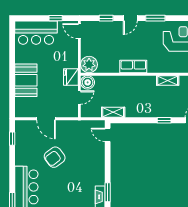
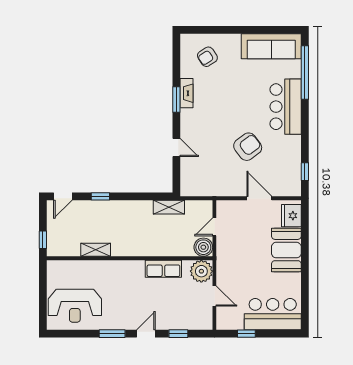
door: (79, 31) -> (214, 296), moved
row of seats: (133, 66) -> (163, 269), moved
fridge: (71, 77) -> (291, 216), moved, turned 180
door: (108, 135) -> (176, 148), moved

